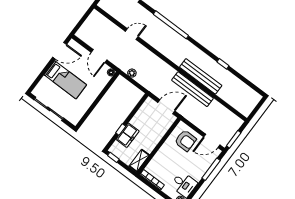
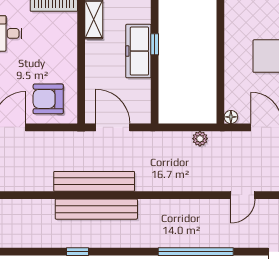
door: (166, 107) -> (113, 127), swing flipped
freezer: (128, 135) -> (138, 51), width x1.40

